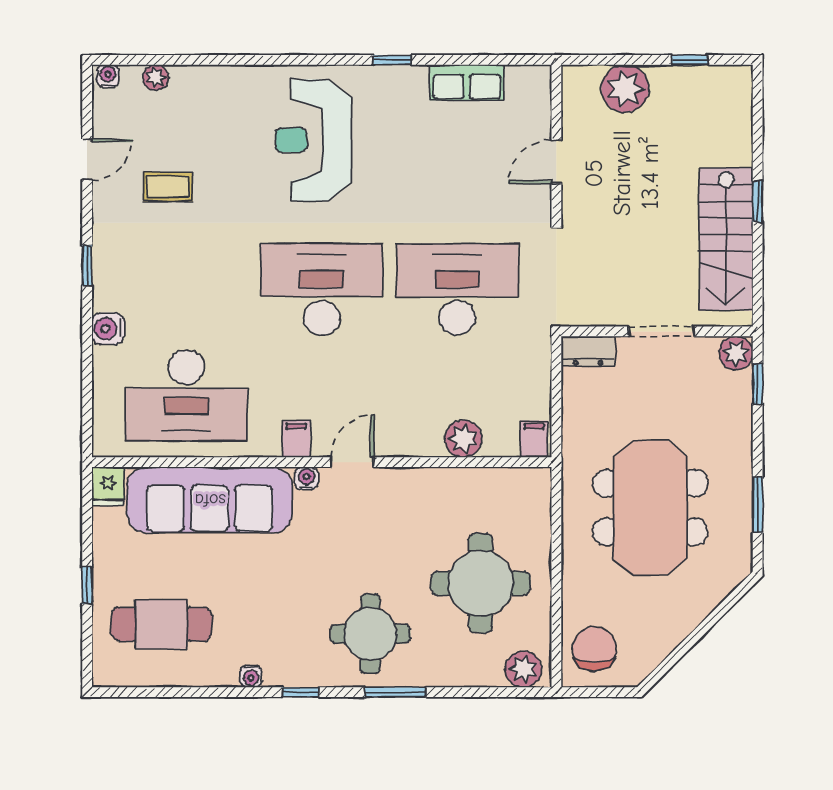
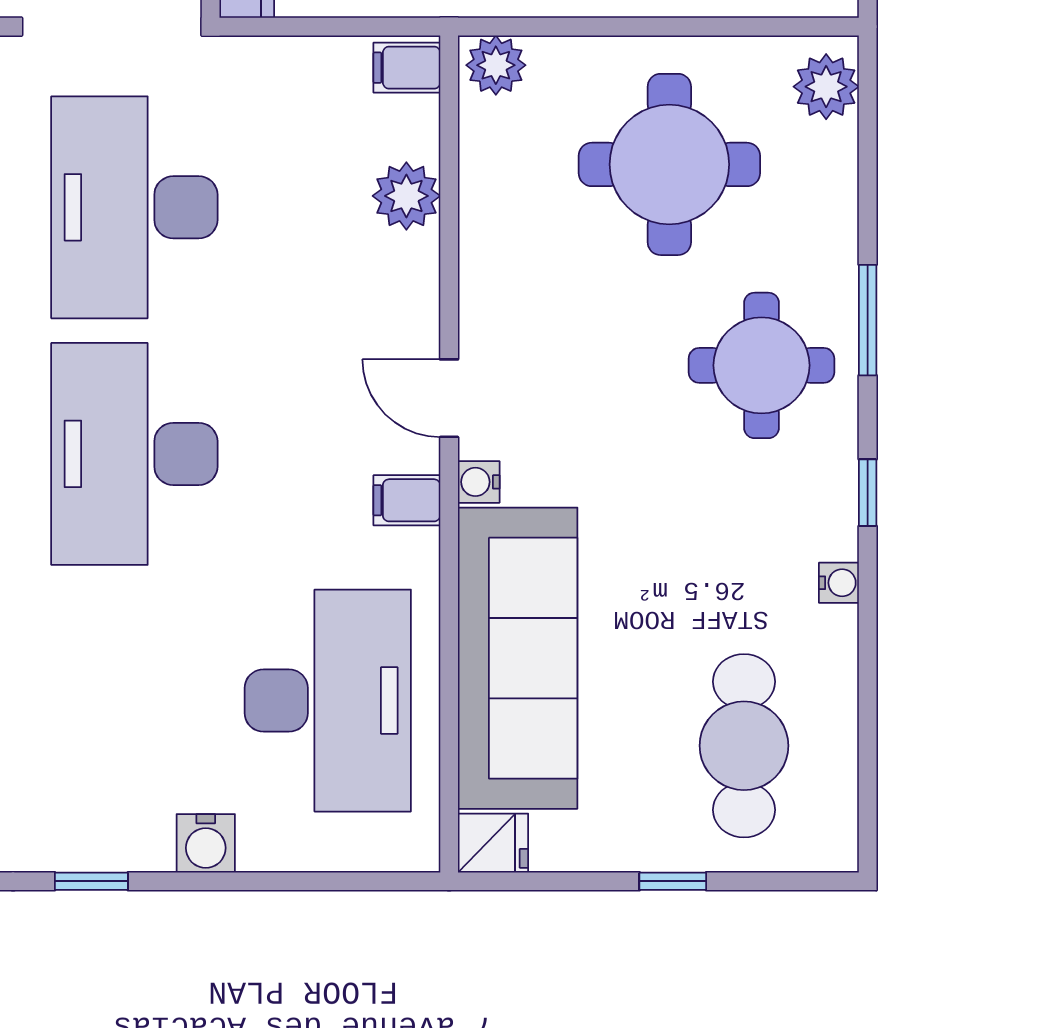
plant: (535, 488) -> (496, 65), added

